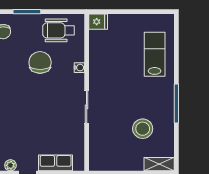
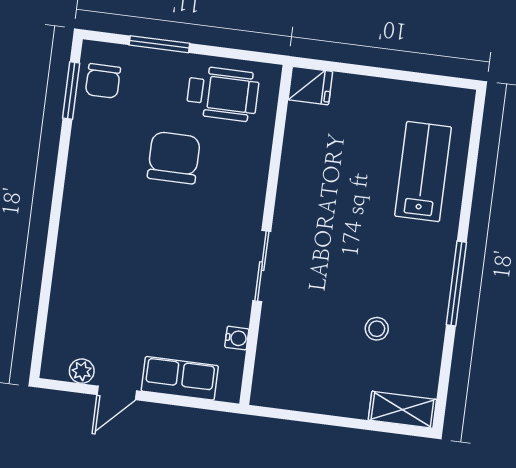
wheelchair: (59, 30) -> (223, 94), turned 180
water cooler: (79, 68) -> (237, 338), moved
stool: (143, 129) -> (377, 329), width x0.53, depth x0.53

